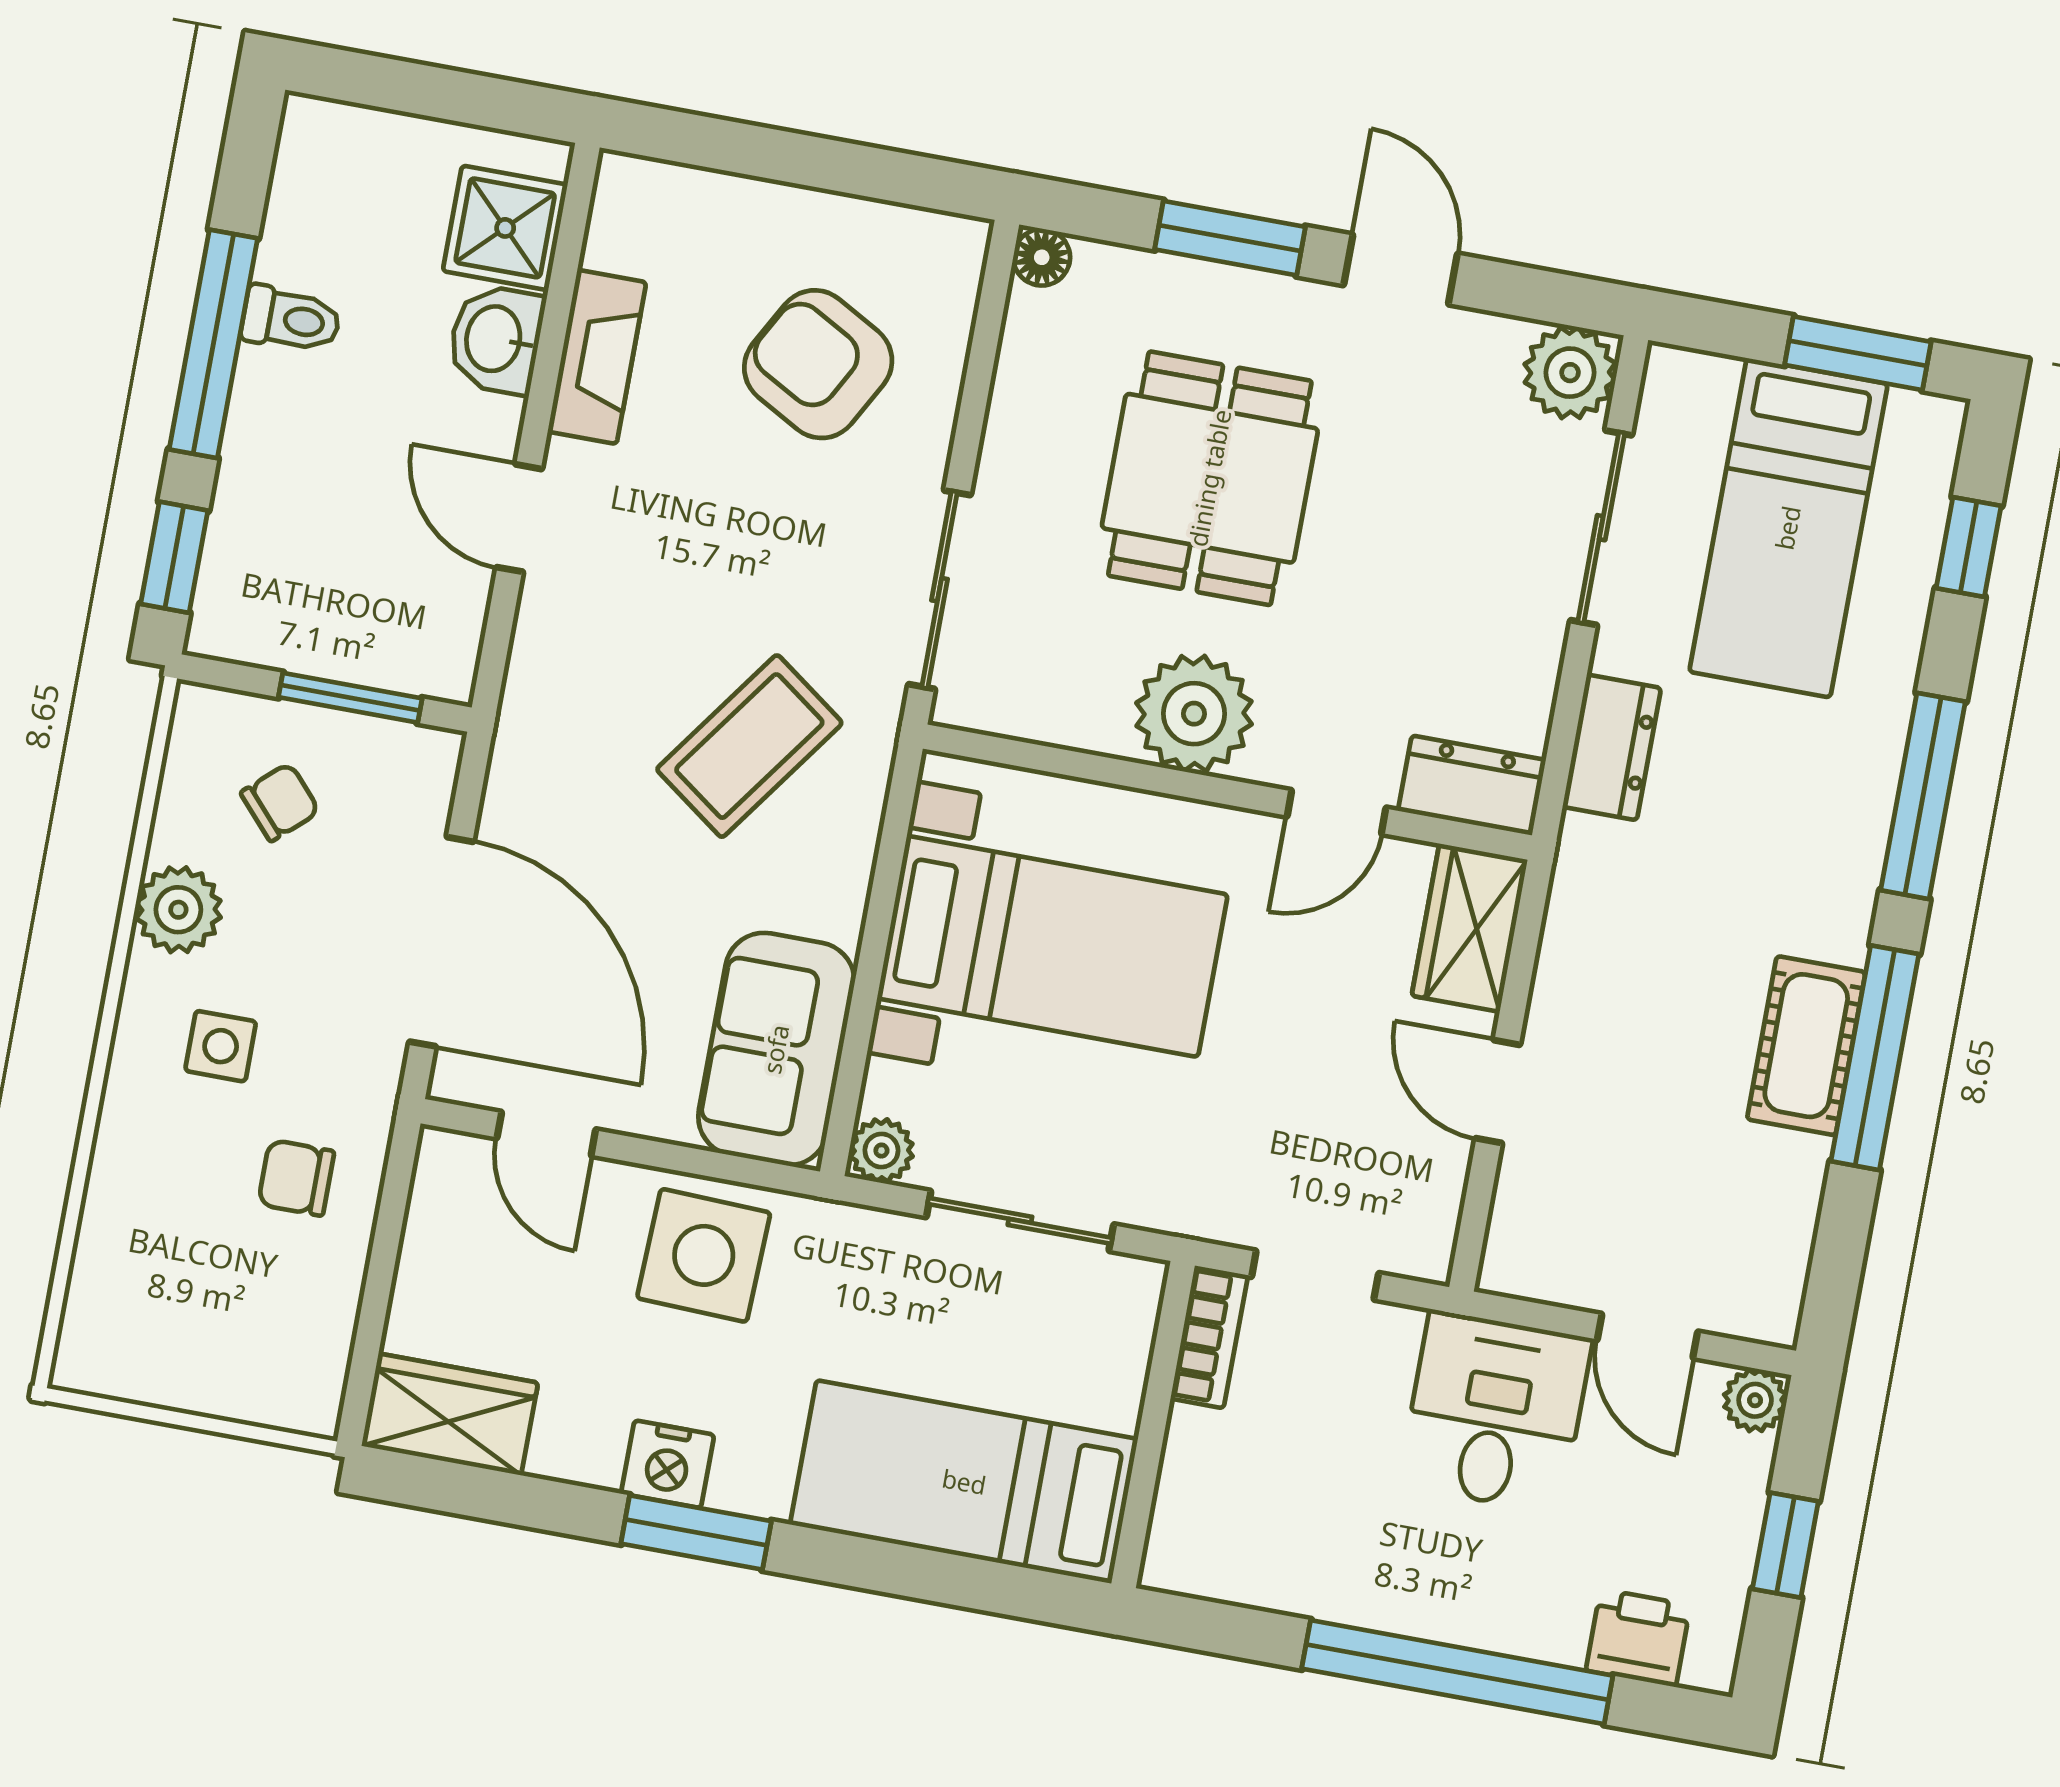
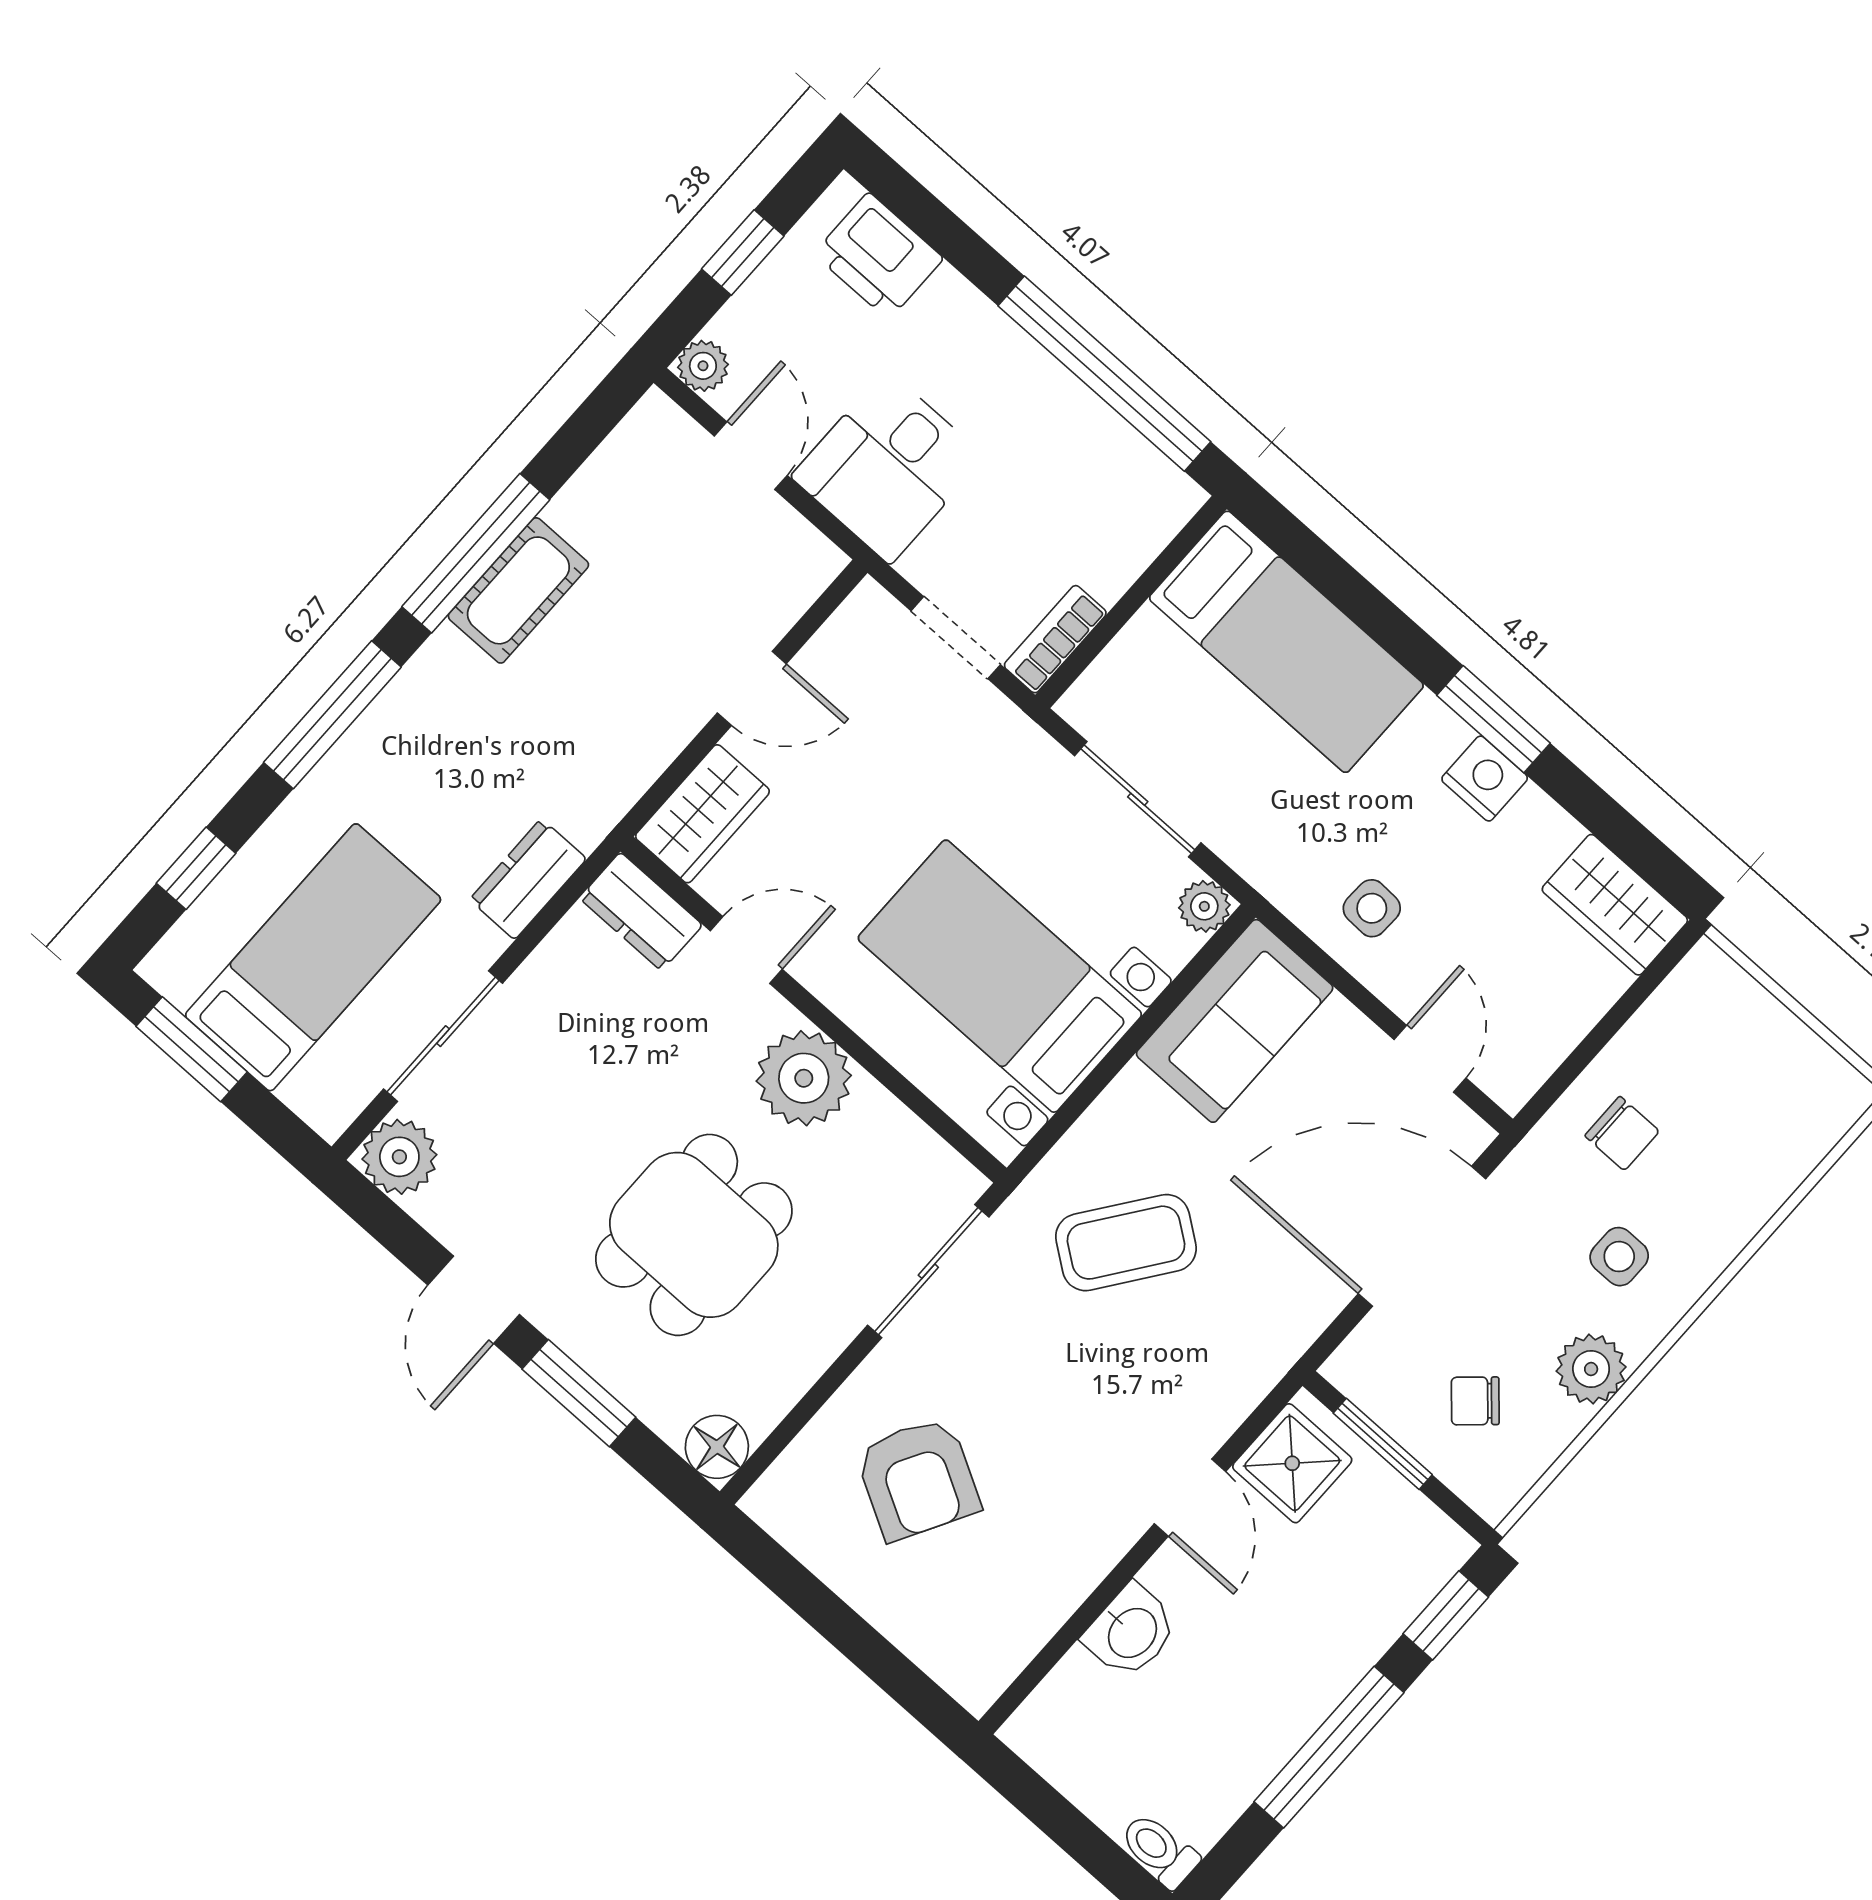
shower: (505, 228) -> (1292, 1463), moved
floor lamp: (1042, 257) -> (717, 1447), width x1.37, depth x1.37
toilet: (291, 319) -> (1159, 1850), moved
fireplace: (597, 357) -> (1068, 1577), removed
door: (441, 942) -> (1422, 1236), hinge flipped
door: (1498, 1091) -> (752, 688), hinge flipped
side table: (704, 1255) -> (1372, 908), width x0.54, depth x0.54
printer: (1638, 1638) -> (879, 256), width x1.36, depth x1.24
window: (1457, 1672) -> (1104, 374), moved

